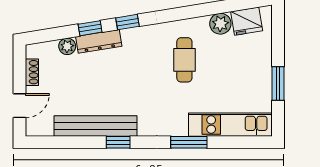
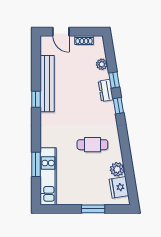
dresser: (99, 41) -> (106, 90), width x0.70
window: (278, 83) -> (93, 209), moved
window: (189, 142) -> (36, 164), moved

